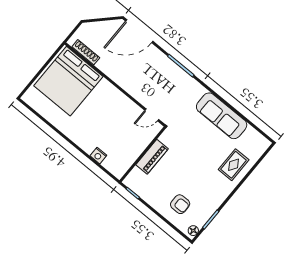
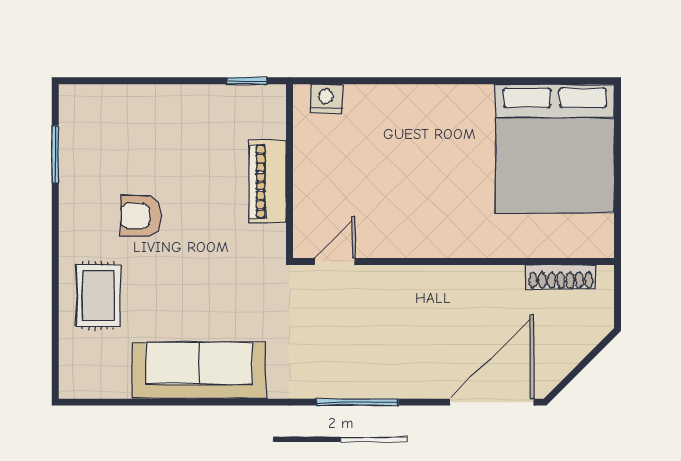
bed: (68, 81) -> (555, 149), moved, turned 180
nightstand: (98, 156) -> (326, 99), moved
armchair: (180, 204) -> (141, 216), moved
floor lamp: (193, 231) -> (71, 105), removed

